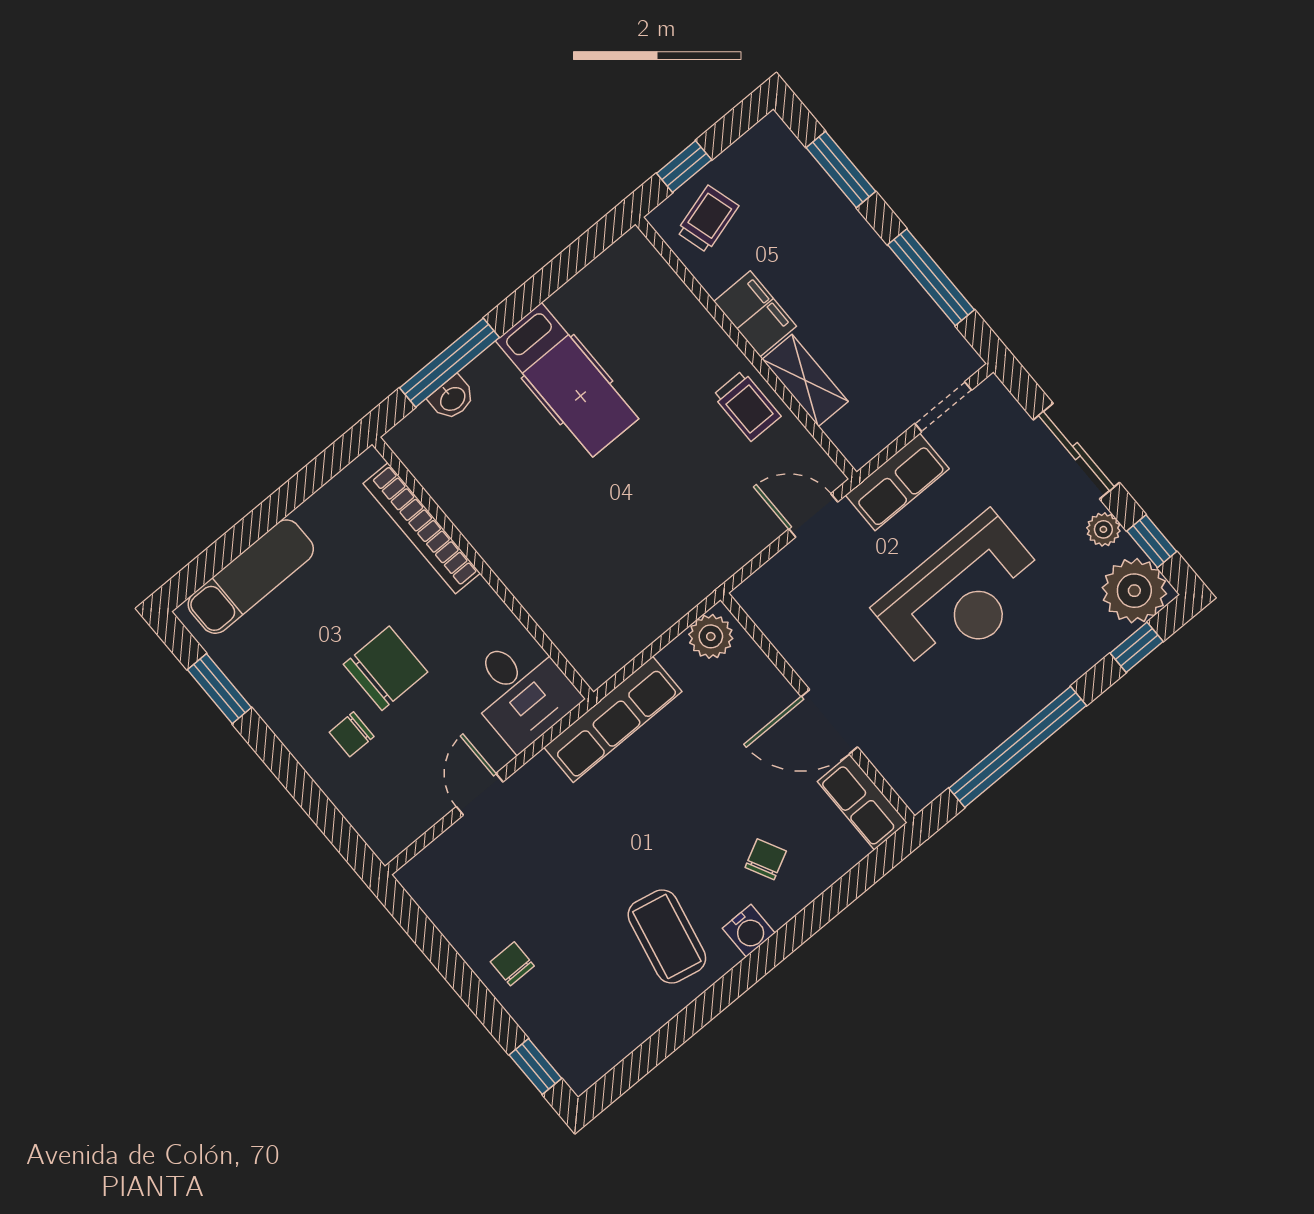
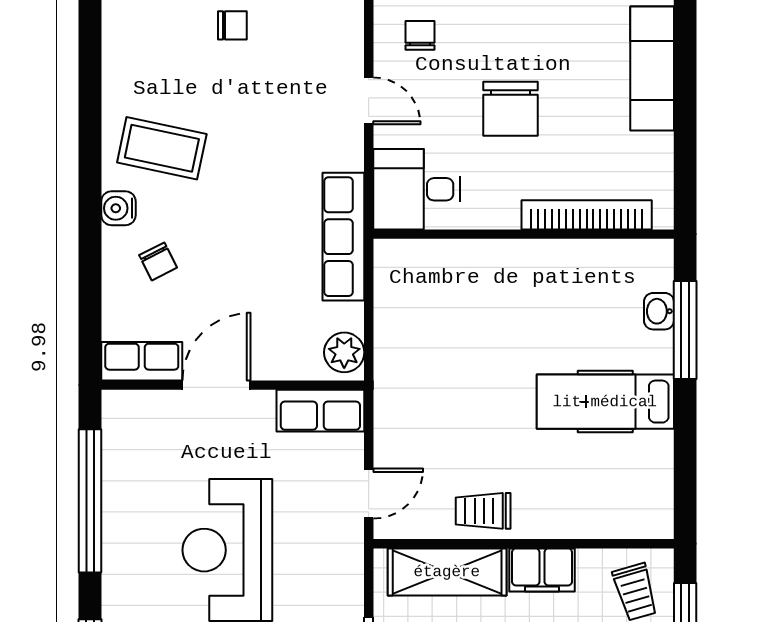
shelving: (805, 380) -> (447, 572), width x1.50, depth x1.33
row of seats: (897, 482) -> (320, 411), moved, turned -90
chair: (352, 734) -> (420, 35), moved

